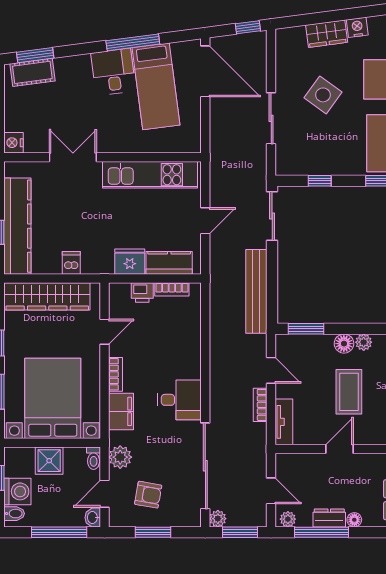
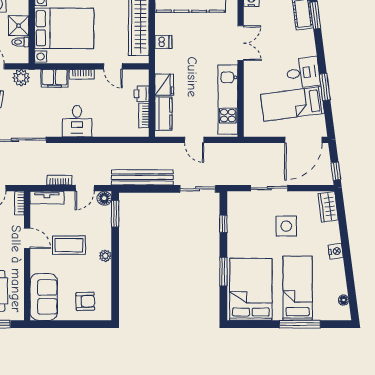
wardrobe: (327, 34) -> (328, 207), moved
window: (133, 42) -> (325, 87), width x0.69
side table: (323, 95) -> (286, 226), turned -36
floor lamp: (344, 344) -> (104, 198), moved
desk: (180, 400) -> (77, 121), moved
toilet: (94, 458) -> (20, 42), moved
bookcase: (292, 460) -> (19, 203), added

